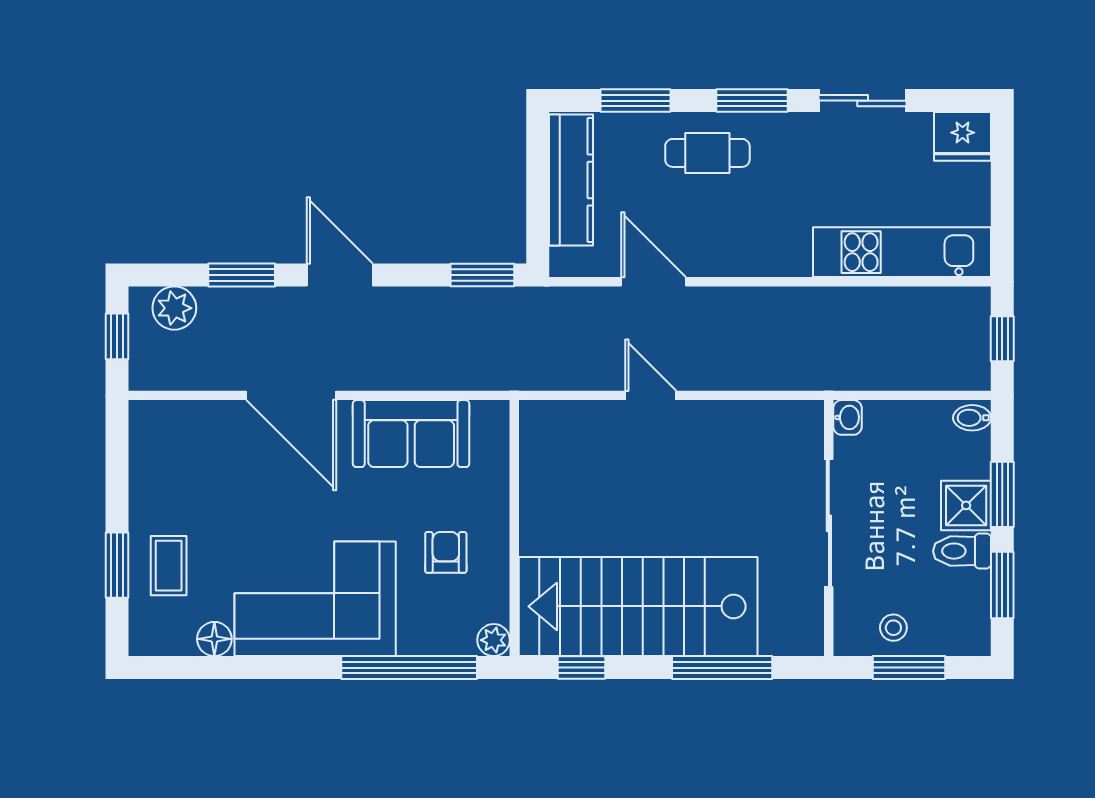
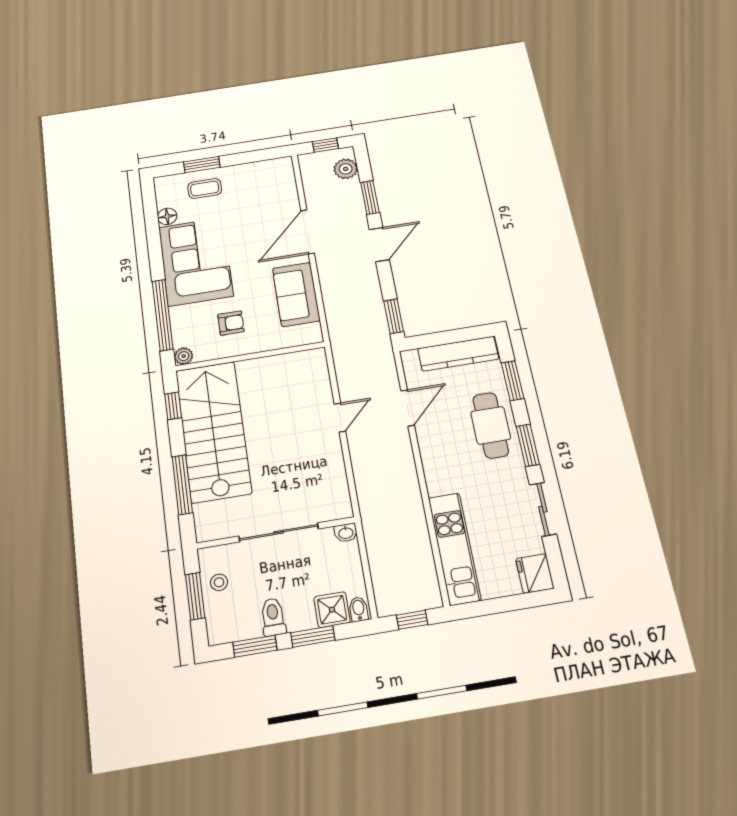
cafe table: (707, 153) -> (491, 425), width x1.37, depth x1.35
shower: (966, 505) -> (332, 610), moved

